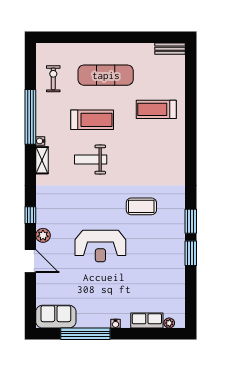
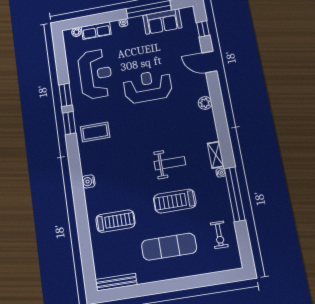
bench: (170, 49) -> (116, 282), width x1.36
water cooler: (179, 155) -> (88, 181), added
coffee table: (141, 206) -> (95, 132), moved
window: (30, 215) -> (203, 29), moved
plant: (43, 235) -> (205, 103), moved
reception desk: (155, 271) -> (95, 74), added
sofa: (56, 317) -> (162, 22), moved

